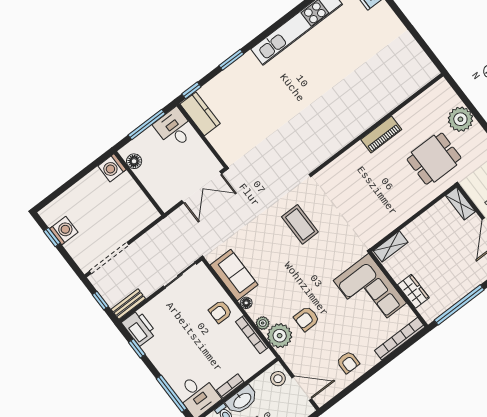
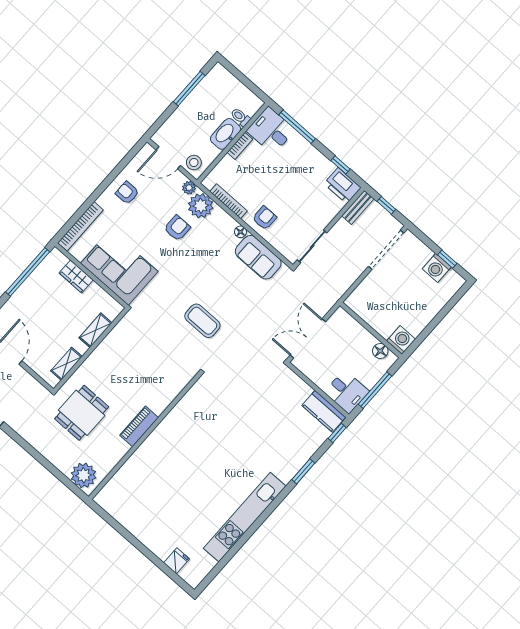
plant: (460, 119) -> (84, 475), moved
shelving: (460, 204) -> (66, 364), moved, turned 90
shelving: (391, 246) -> (95, 330), moved
plant: (263, 323) -> (189, 188), moved

